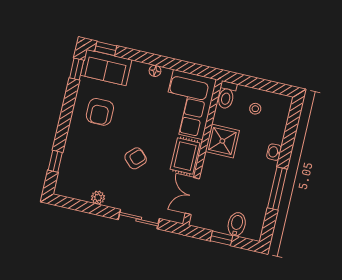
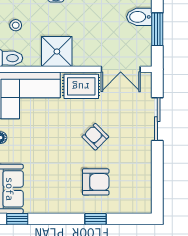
armchair: (100, 112) -> (96, 182), moved
window: (55, 161) -> (95, 219), moved
plant: (98, 198) -> (145, 166), removed
window: (221, 238) -> (157, 29), width x1.50

